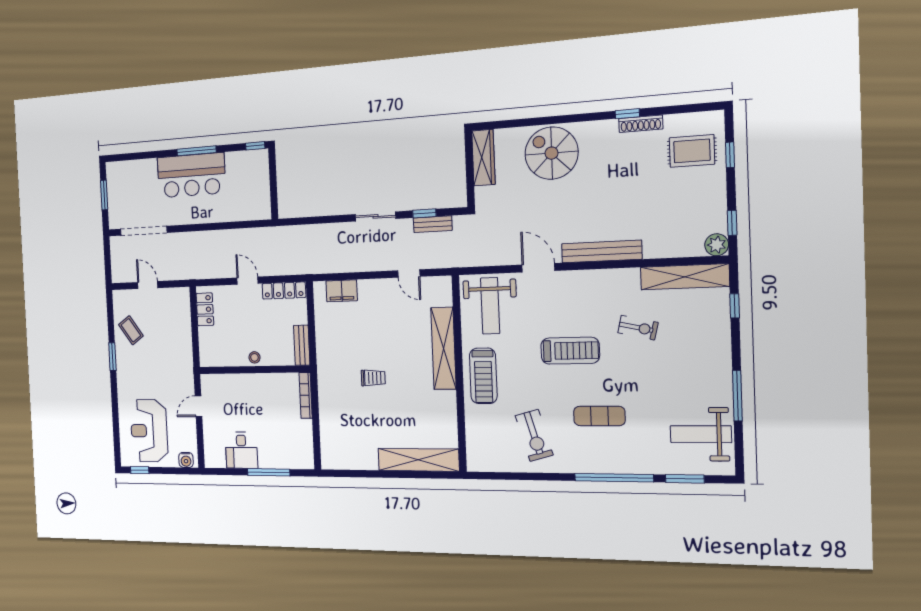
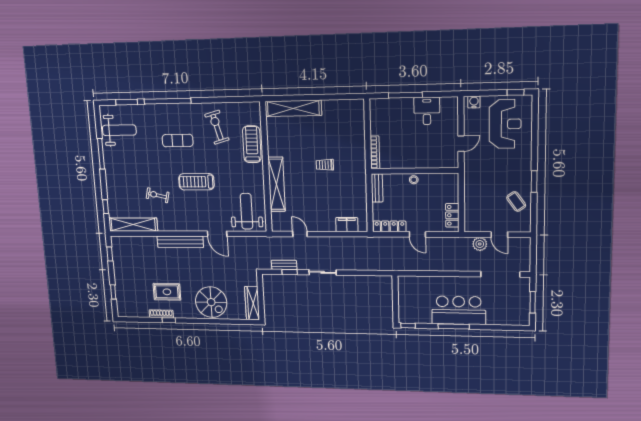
rug: (692, 151) -> (167, 292), moved
plant: (717, 245) -> (480, 244), moved
treadmill: (483, 376) -> (252, 144), moved

